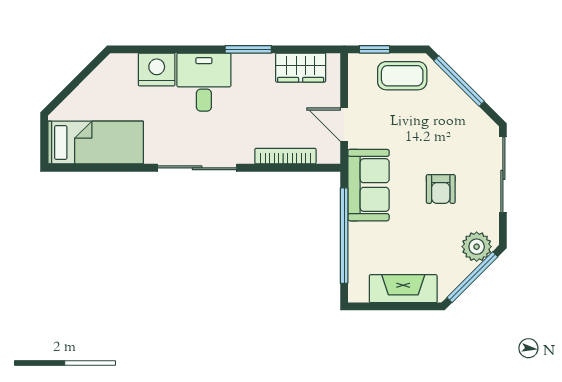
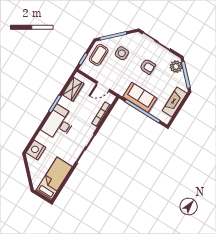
nightstand: (157, 69) -> (36, 150), moved
desk: (204, 82) -> (59, 123), width x1.37
side table: (435, 120) -> (122, 53), added
sofa: (368, 185) -> (140, 97), moved

